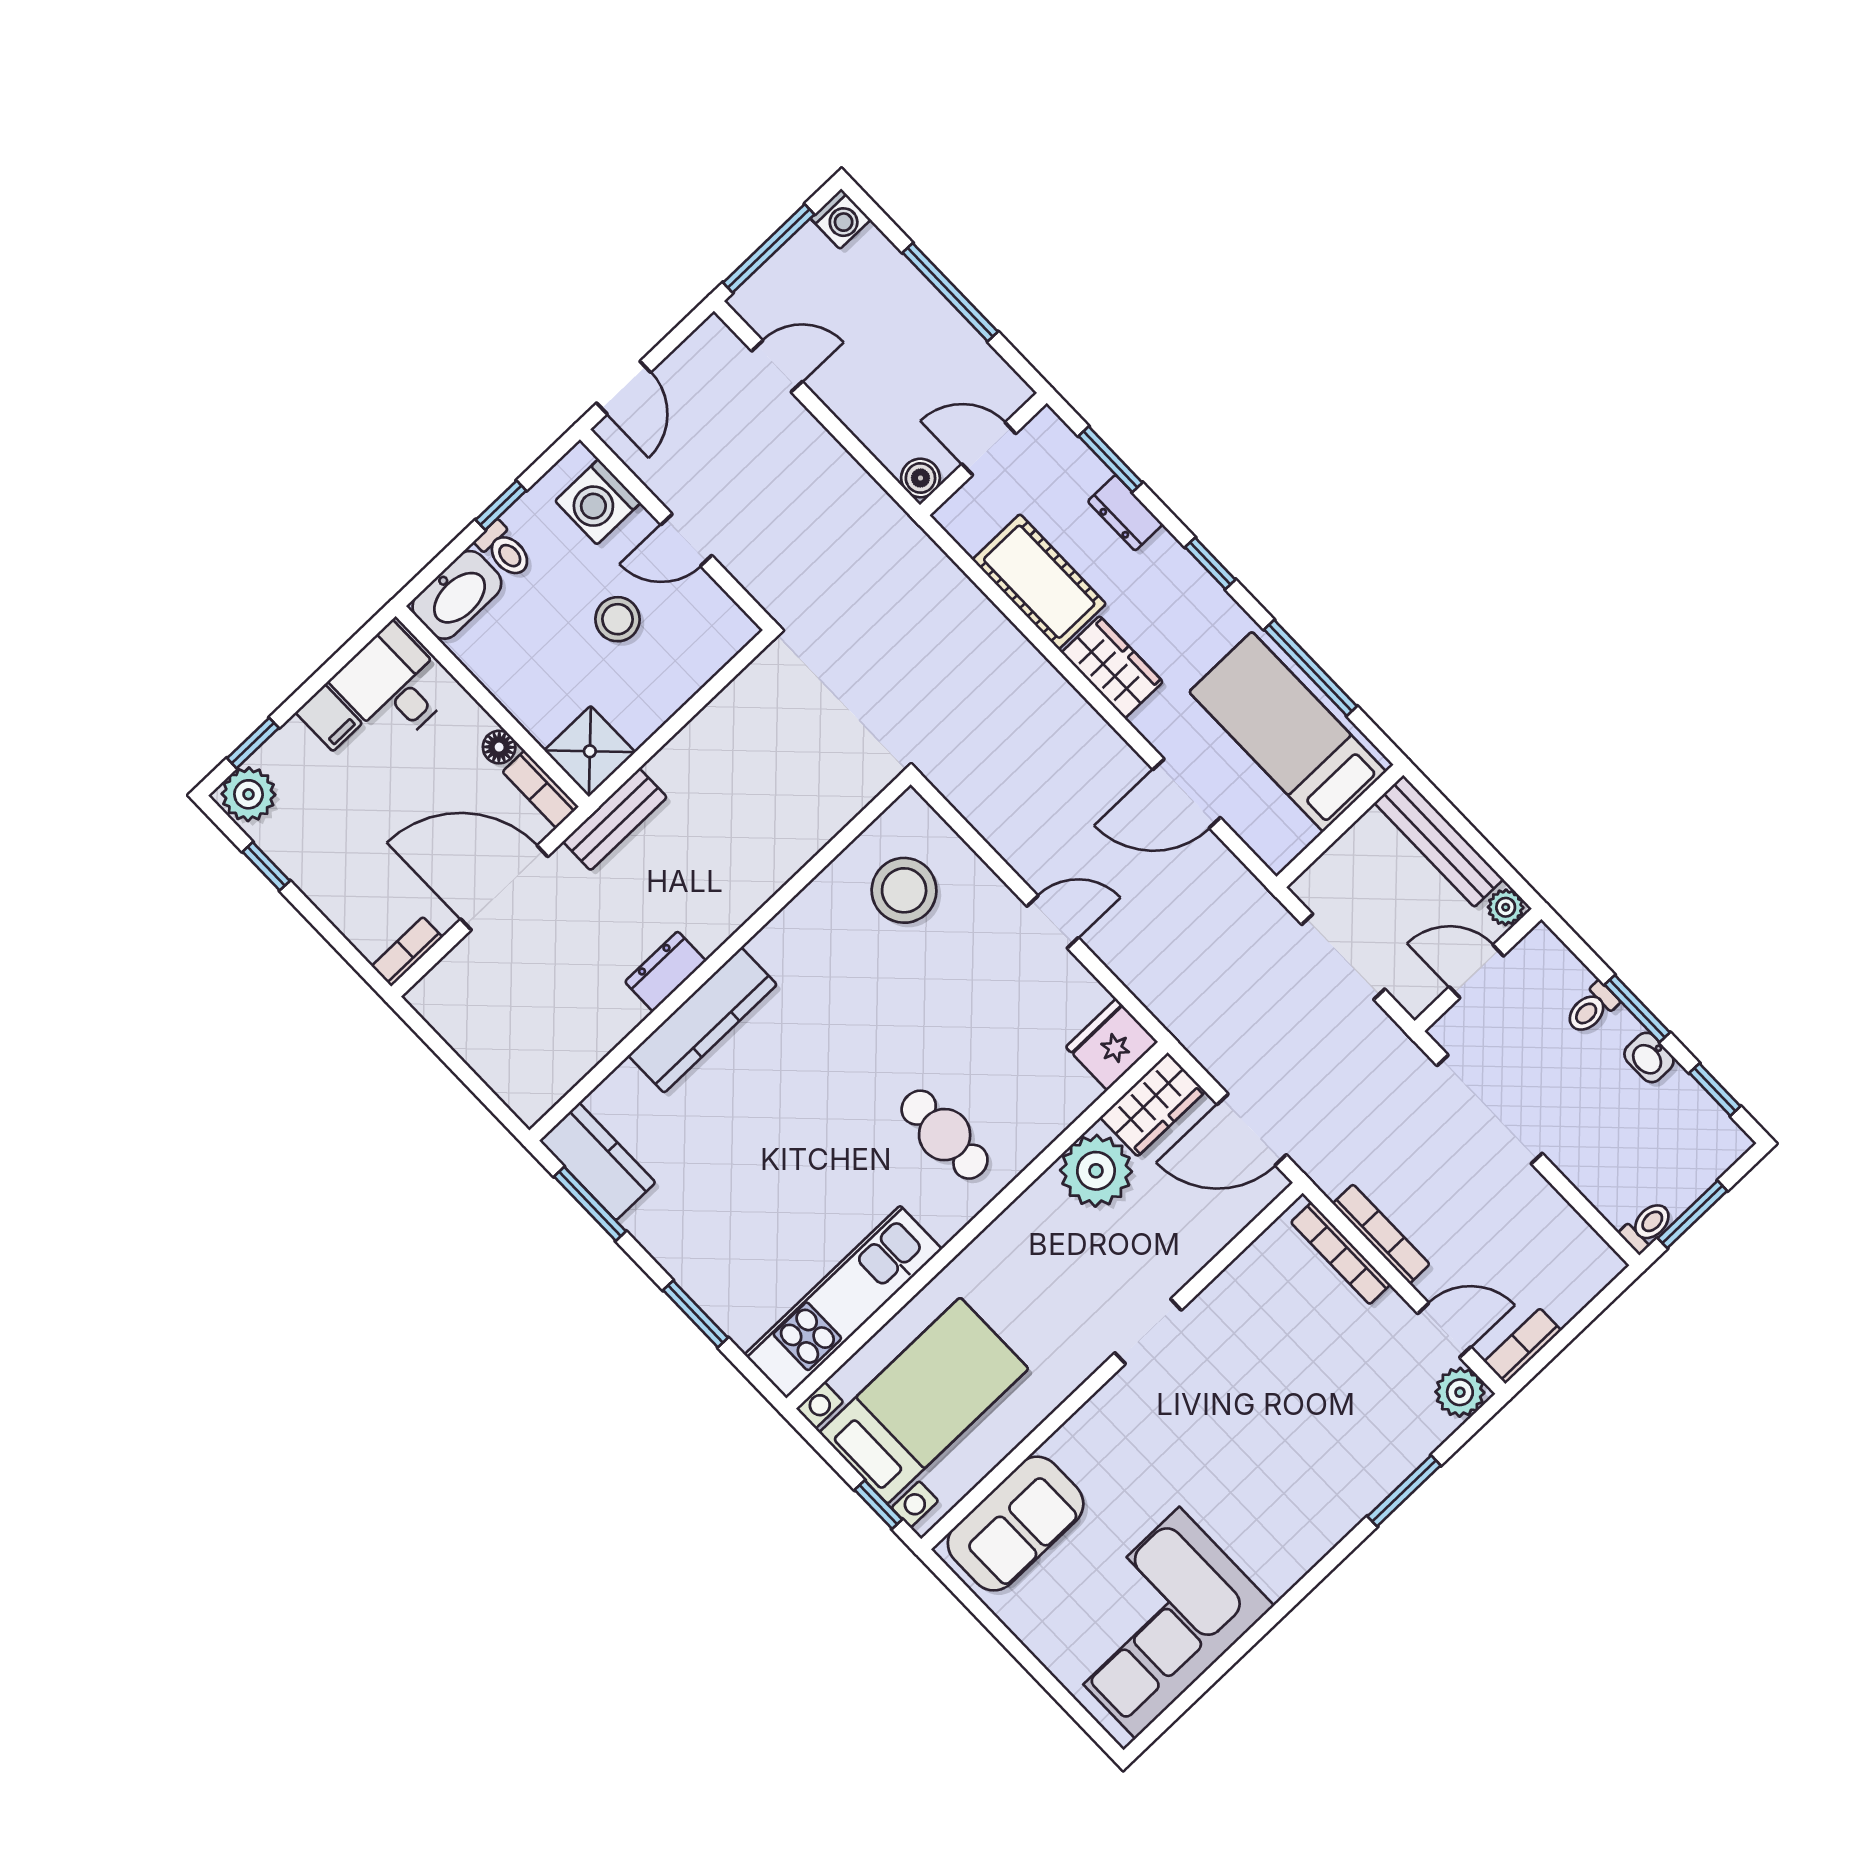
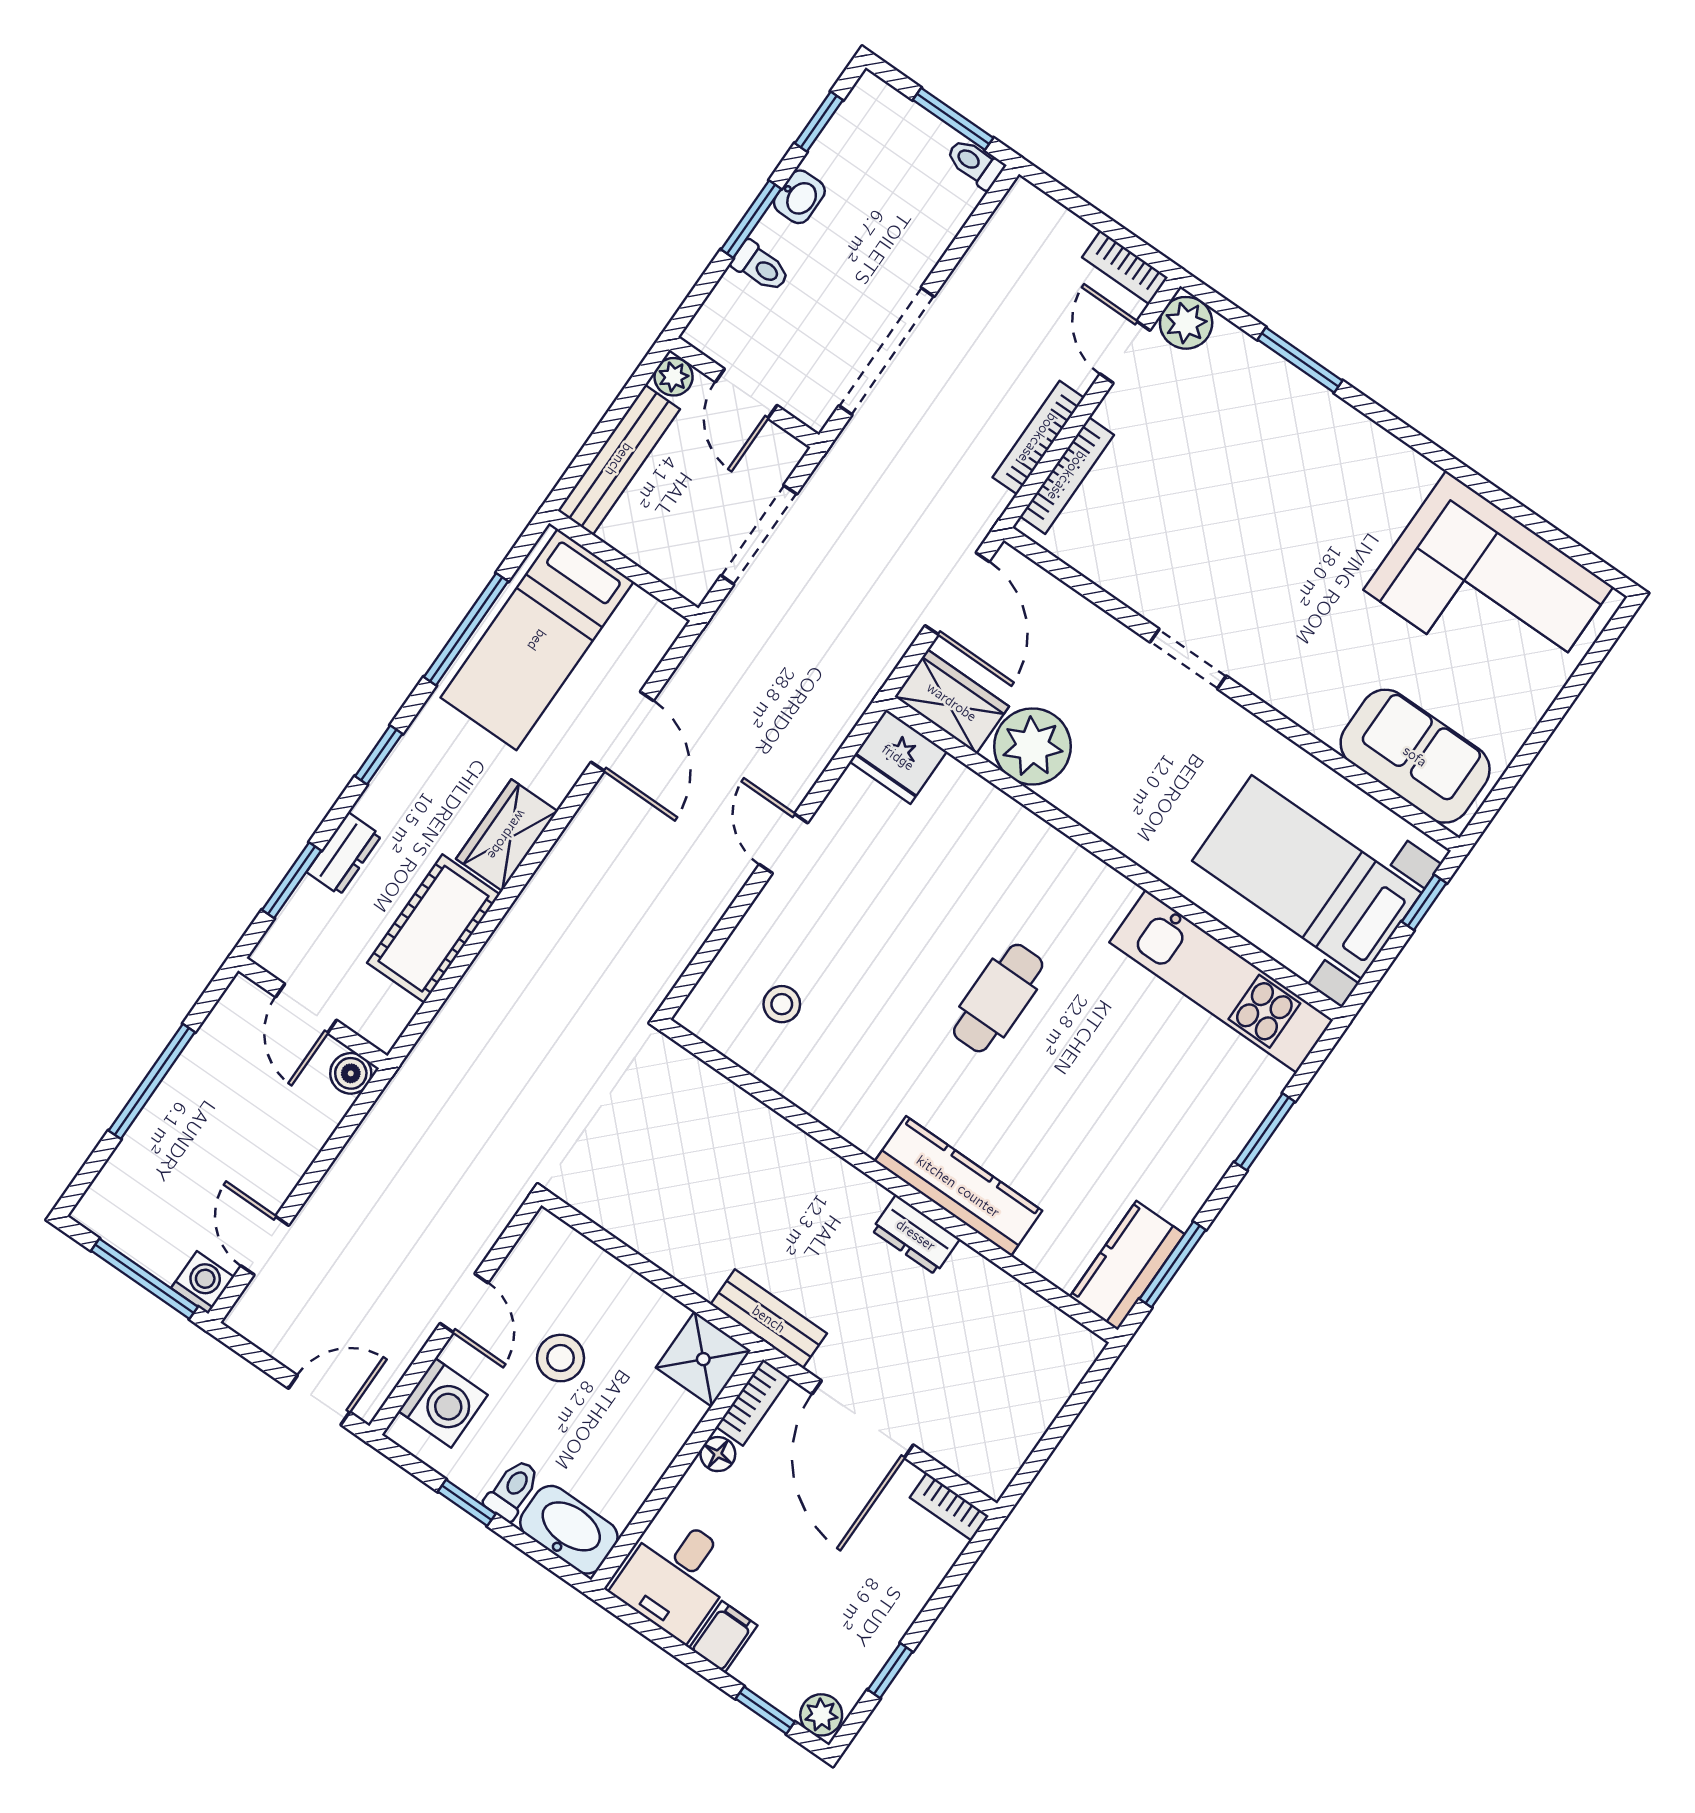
washing machine: (841, 219) -> (203, 1282), moved
plant: (248, 794) -> (821, 1715), width x0.73, depth x0.73
stool: (904, 890) -> (782, 1004), width x0.53, depth x0.53
cafe table: (945, 1135) -> (998, 998), moved

